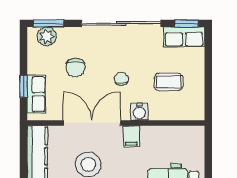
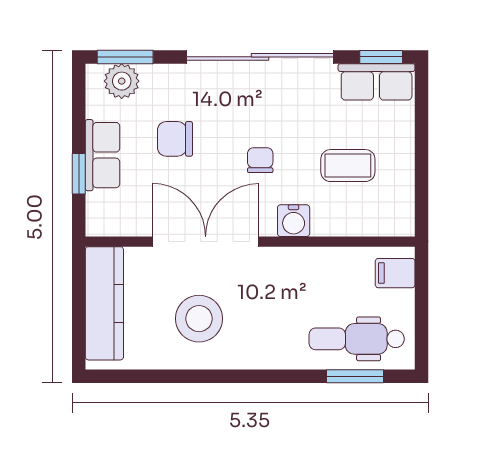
chair: (75, 68) -> (175, 139), turned 90
row of seats: (36, 94) -> (103, 155), moved
filing cabinet: (131, 136) -> (395, 273), moved, turned 90

